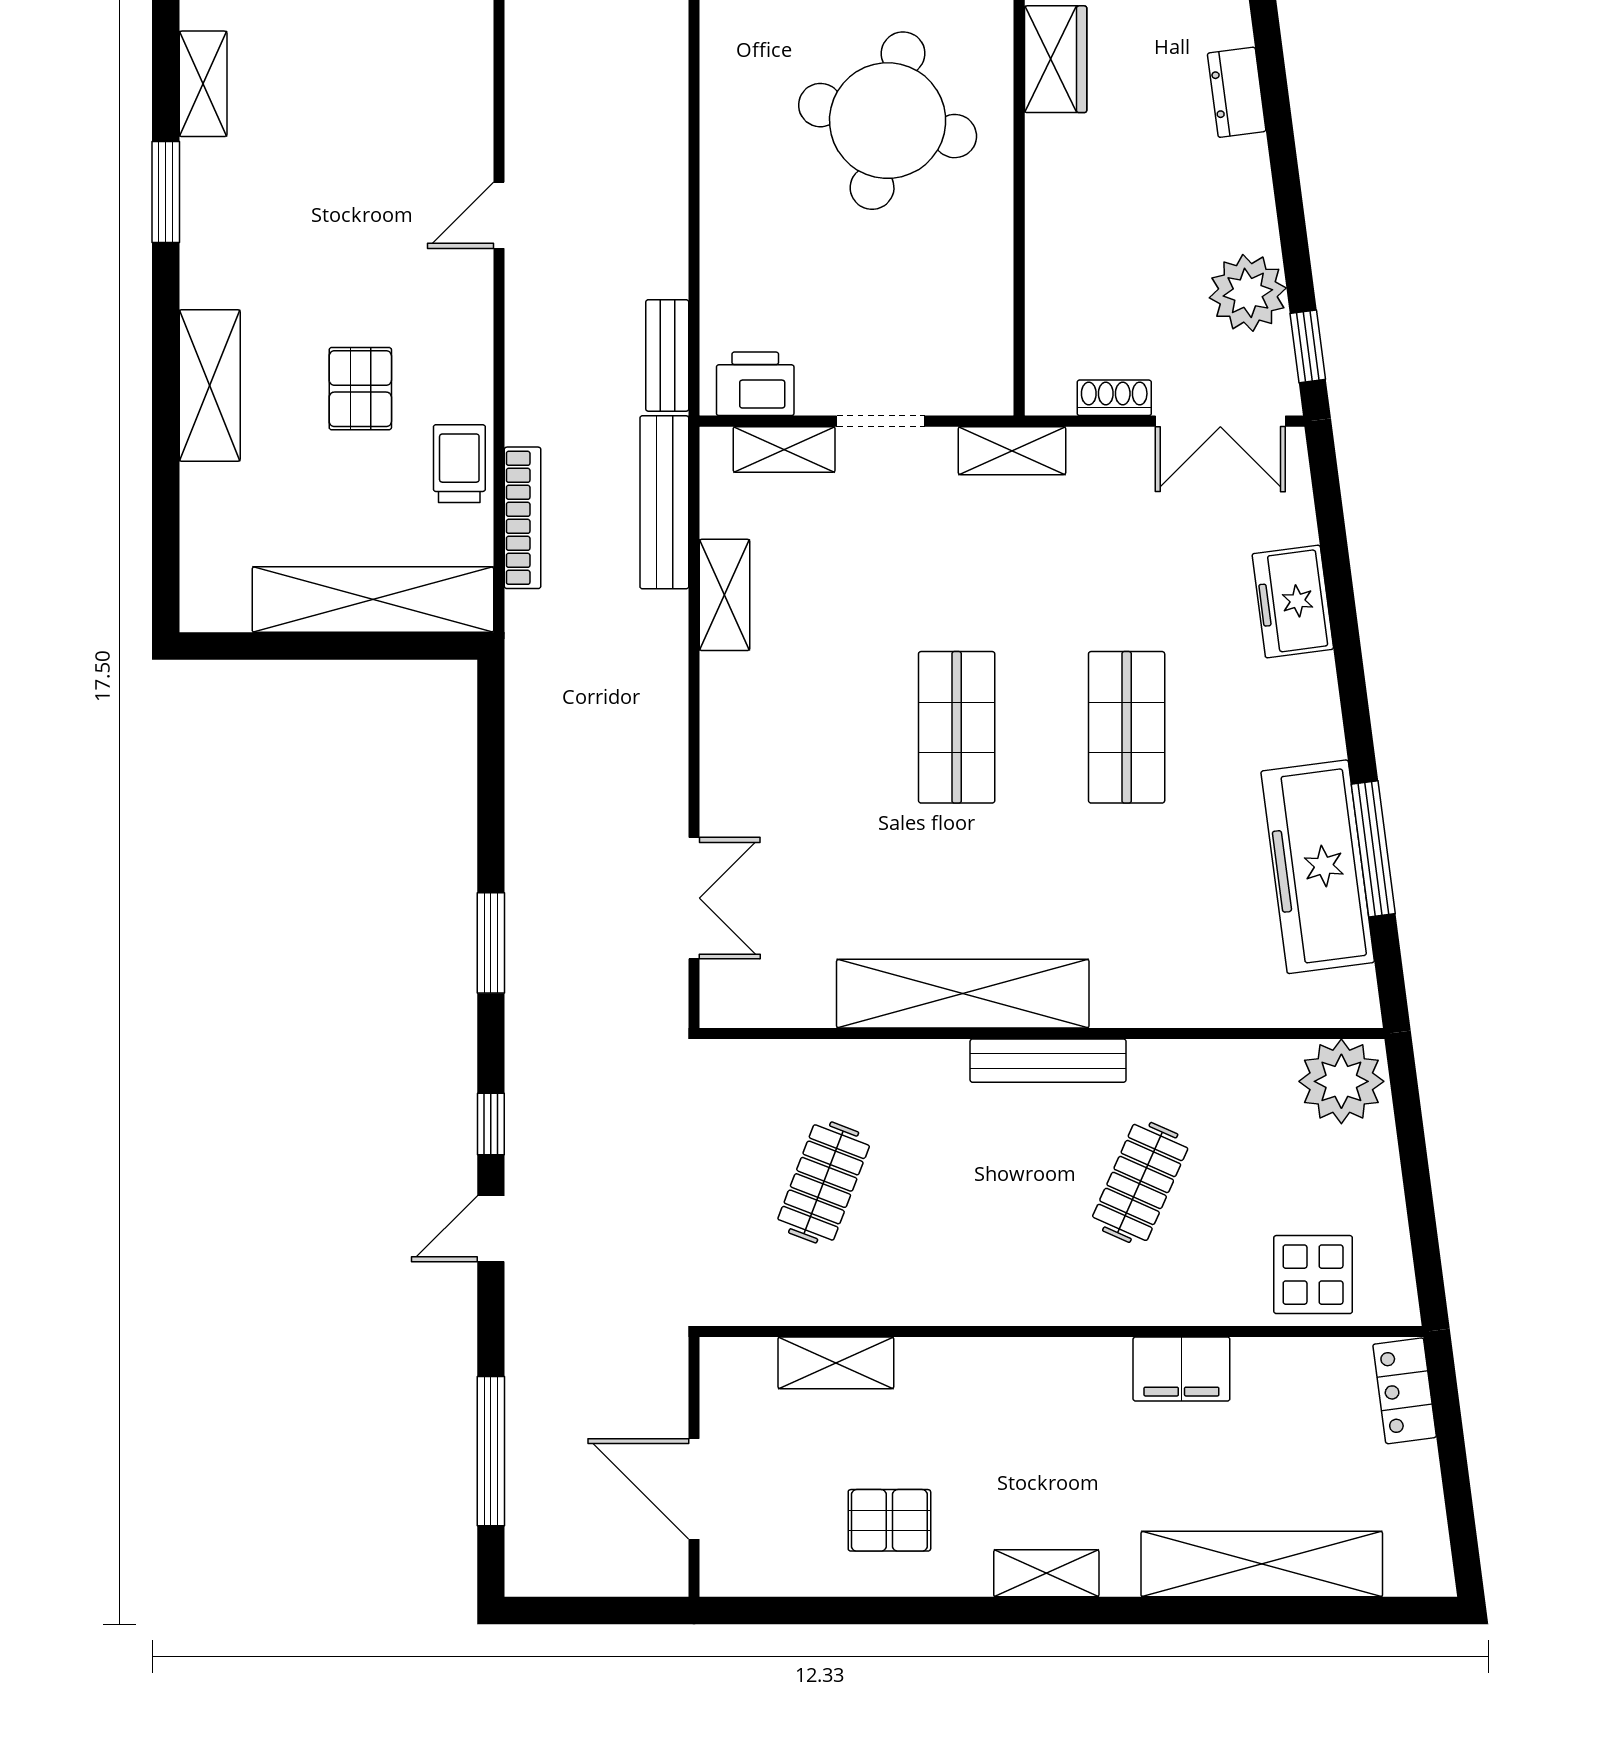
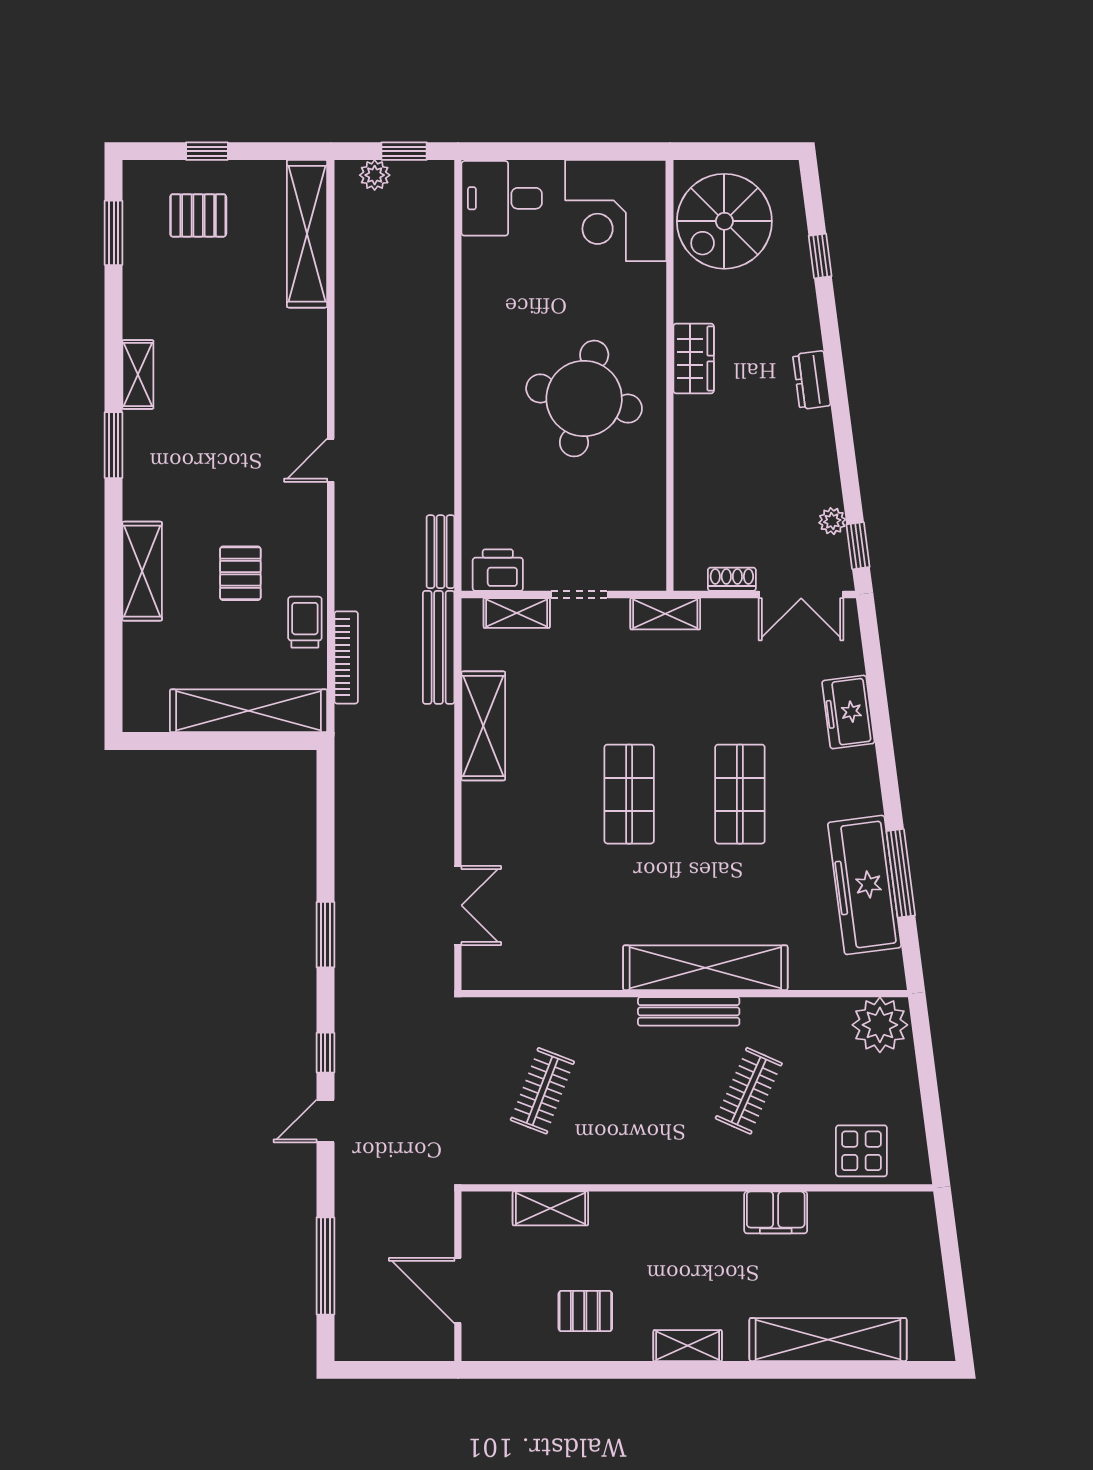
plant: (1248, 293) -> (832, 521), width x0.53, depth x0.53
shelving: (725, 595) -> (483, 726), width x1.50, depth x1.33
shelving: (963, 994) -> (705, 968), moved
locker: (1405, 1391) -> (921, 1227), removed

